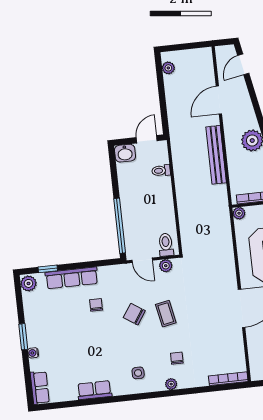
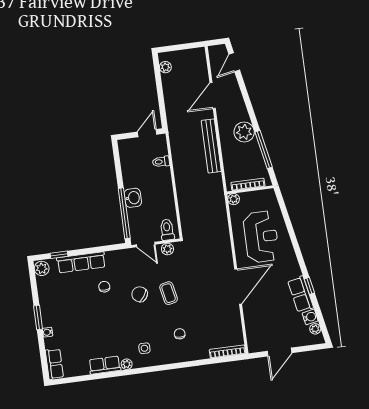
washbasin: (125, 153) -> (133, 198), moved, turned -90
plant: (171, 384) -> (127, 364), moved

